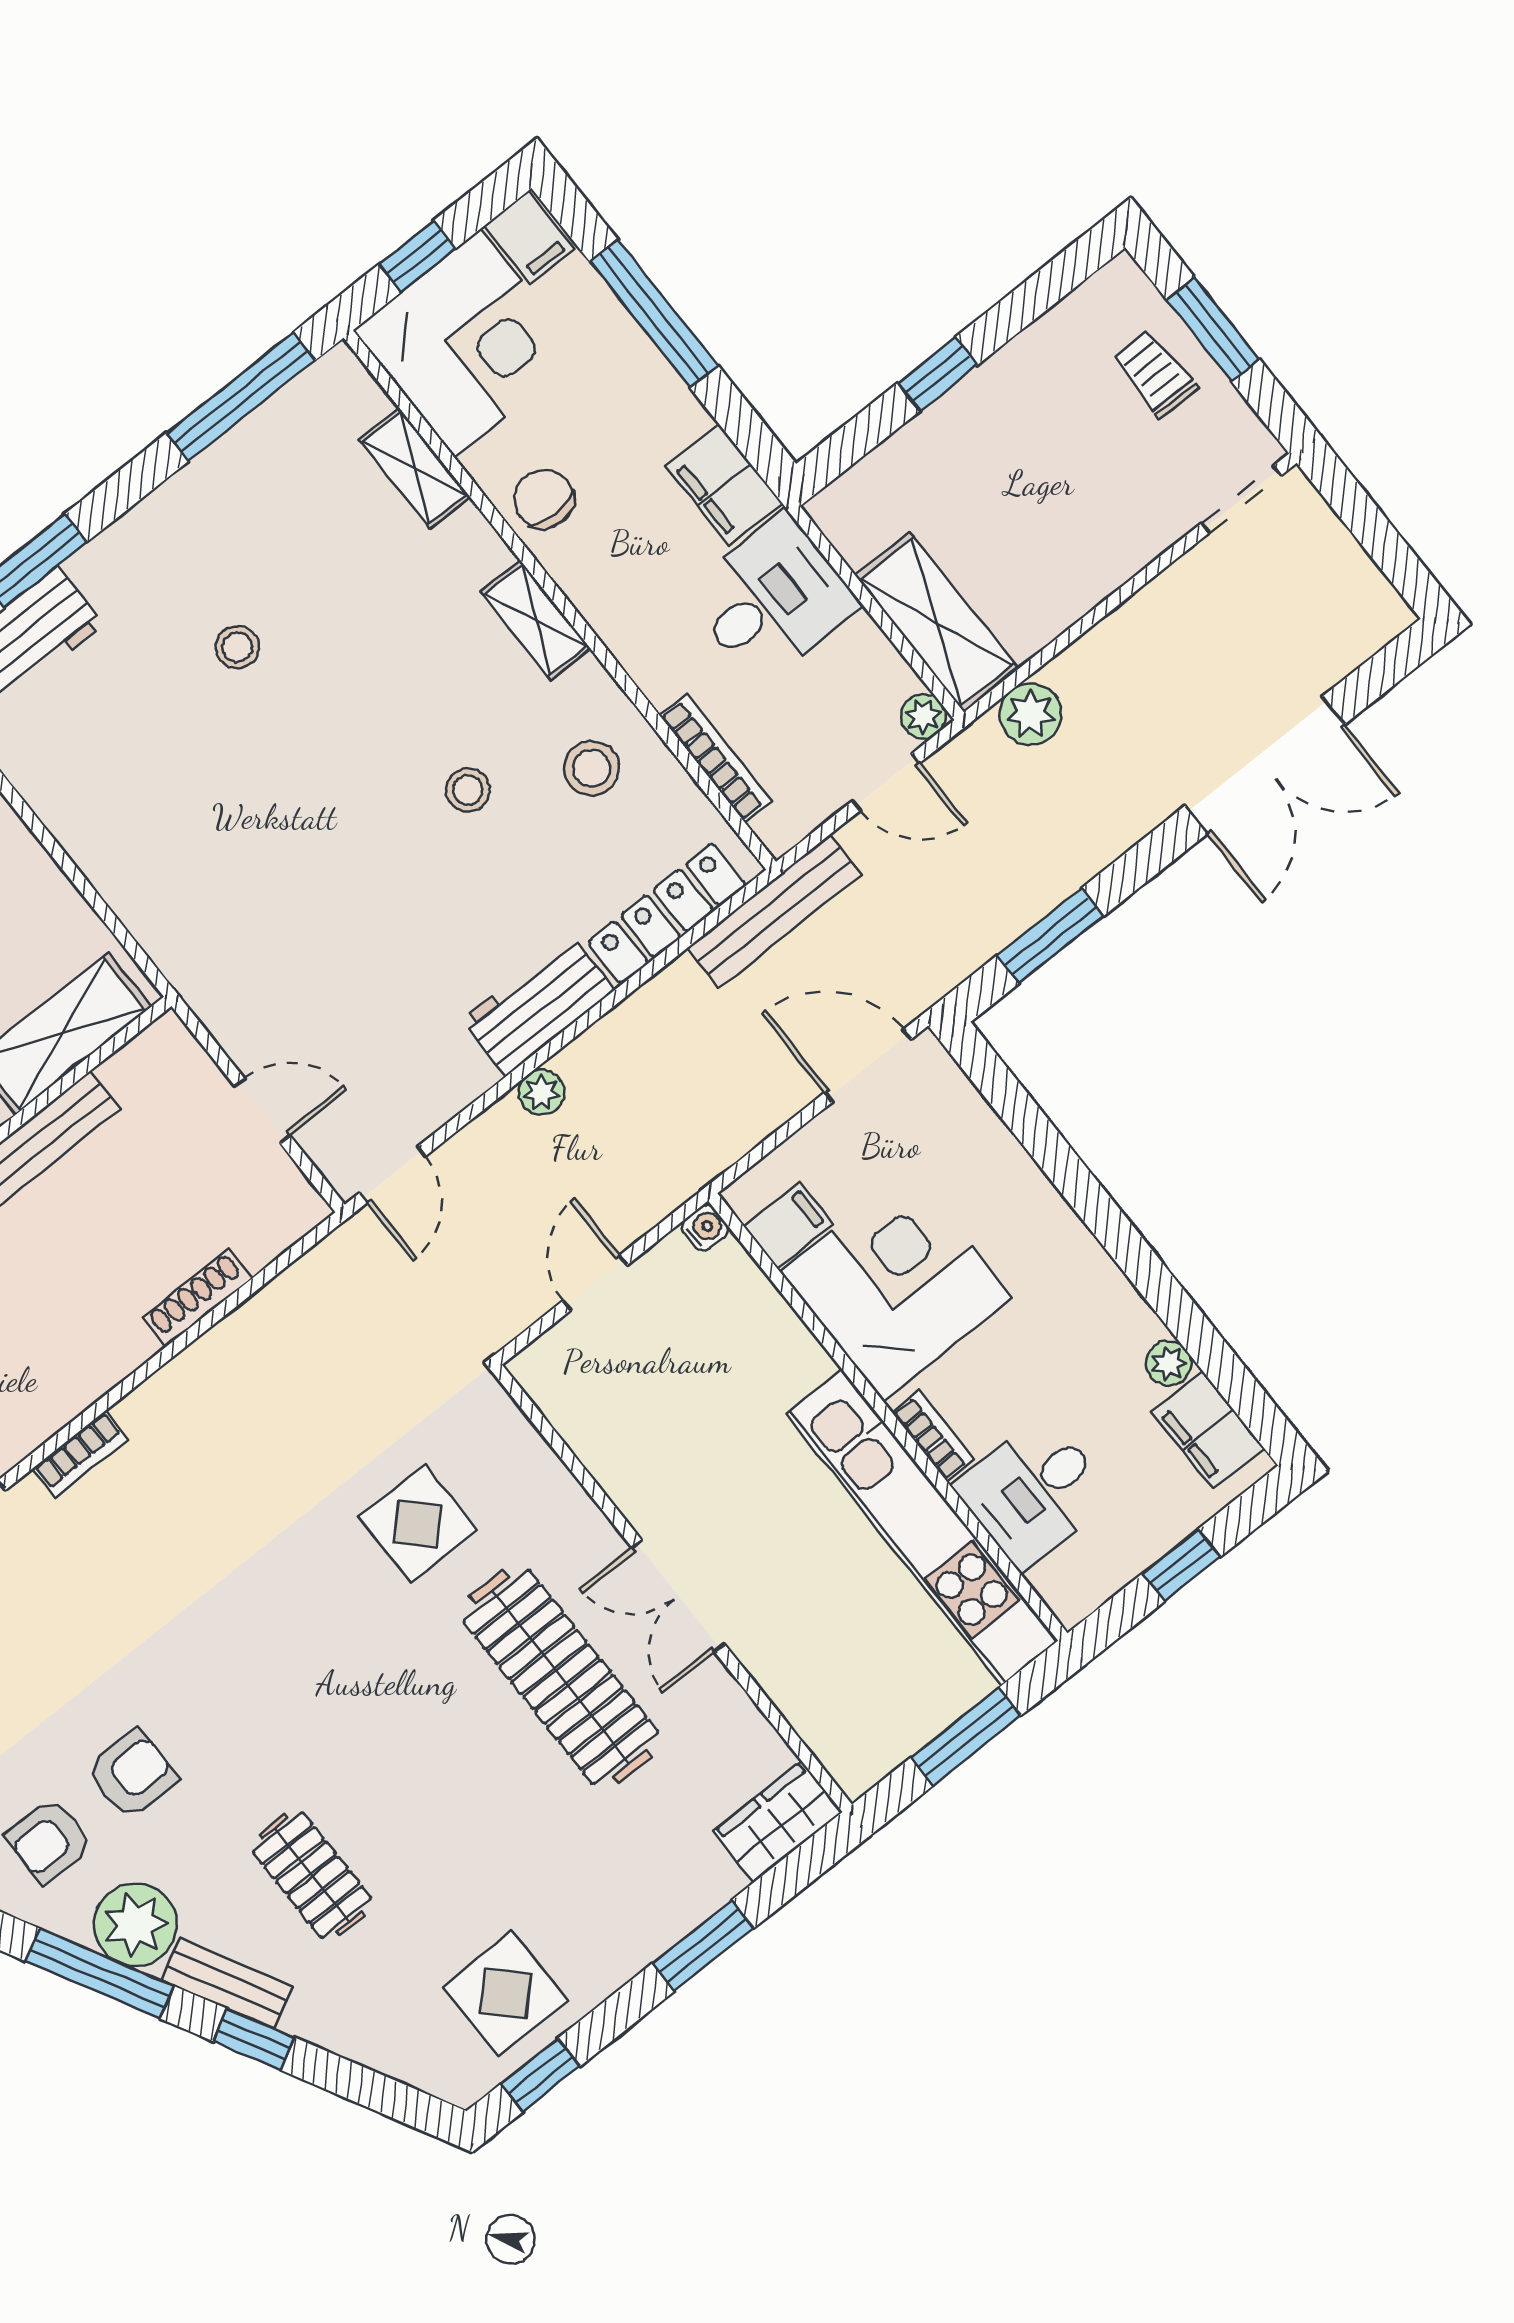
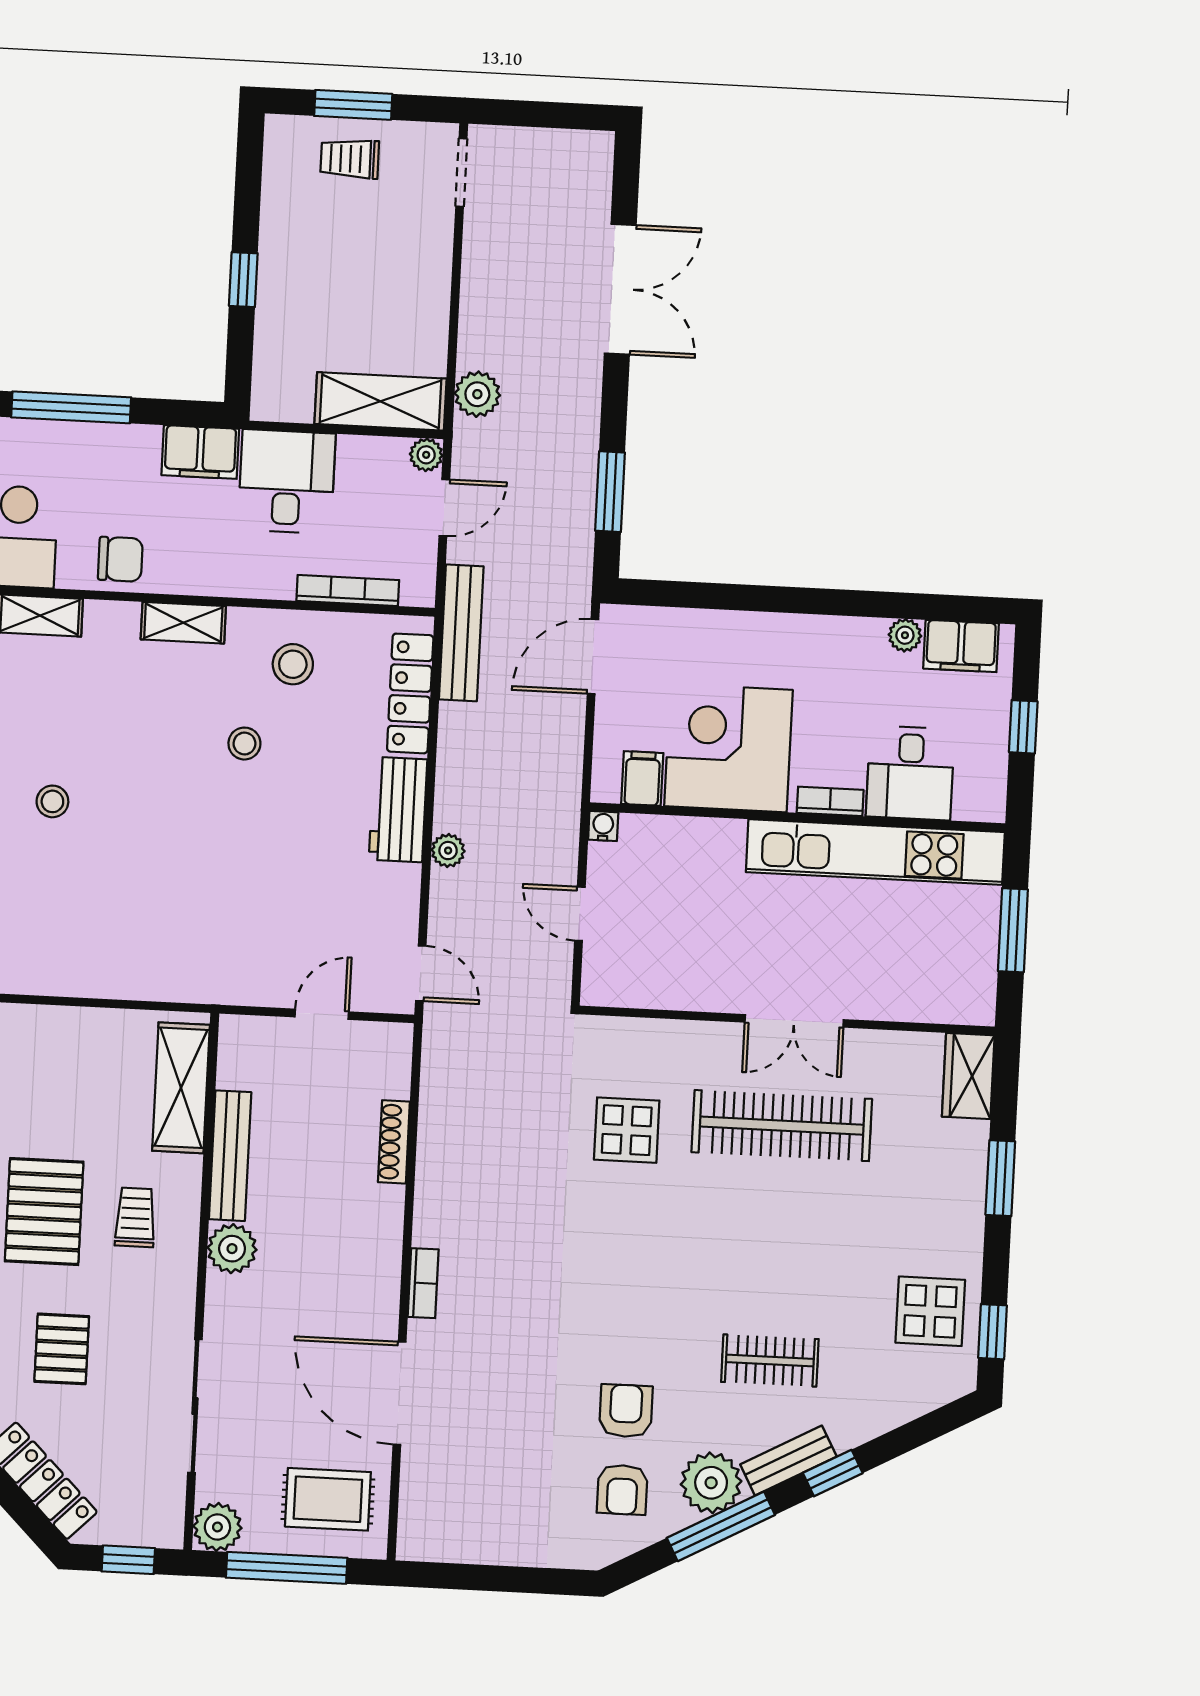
chair: (544, 499) -> (120, 559), turned 180

